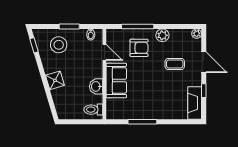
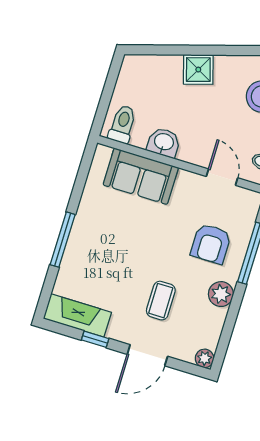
door: (104, 52) -> (222, 177), swing flipped
sofa: (116, 80) -> (141, 176), moved
window: (142, 122) -> (63, 240), moved

